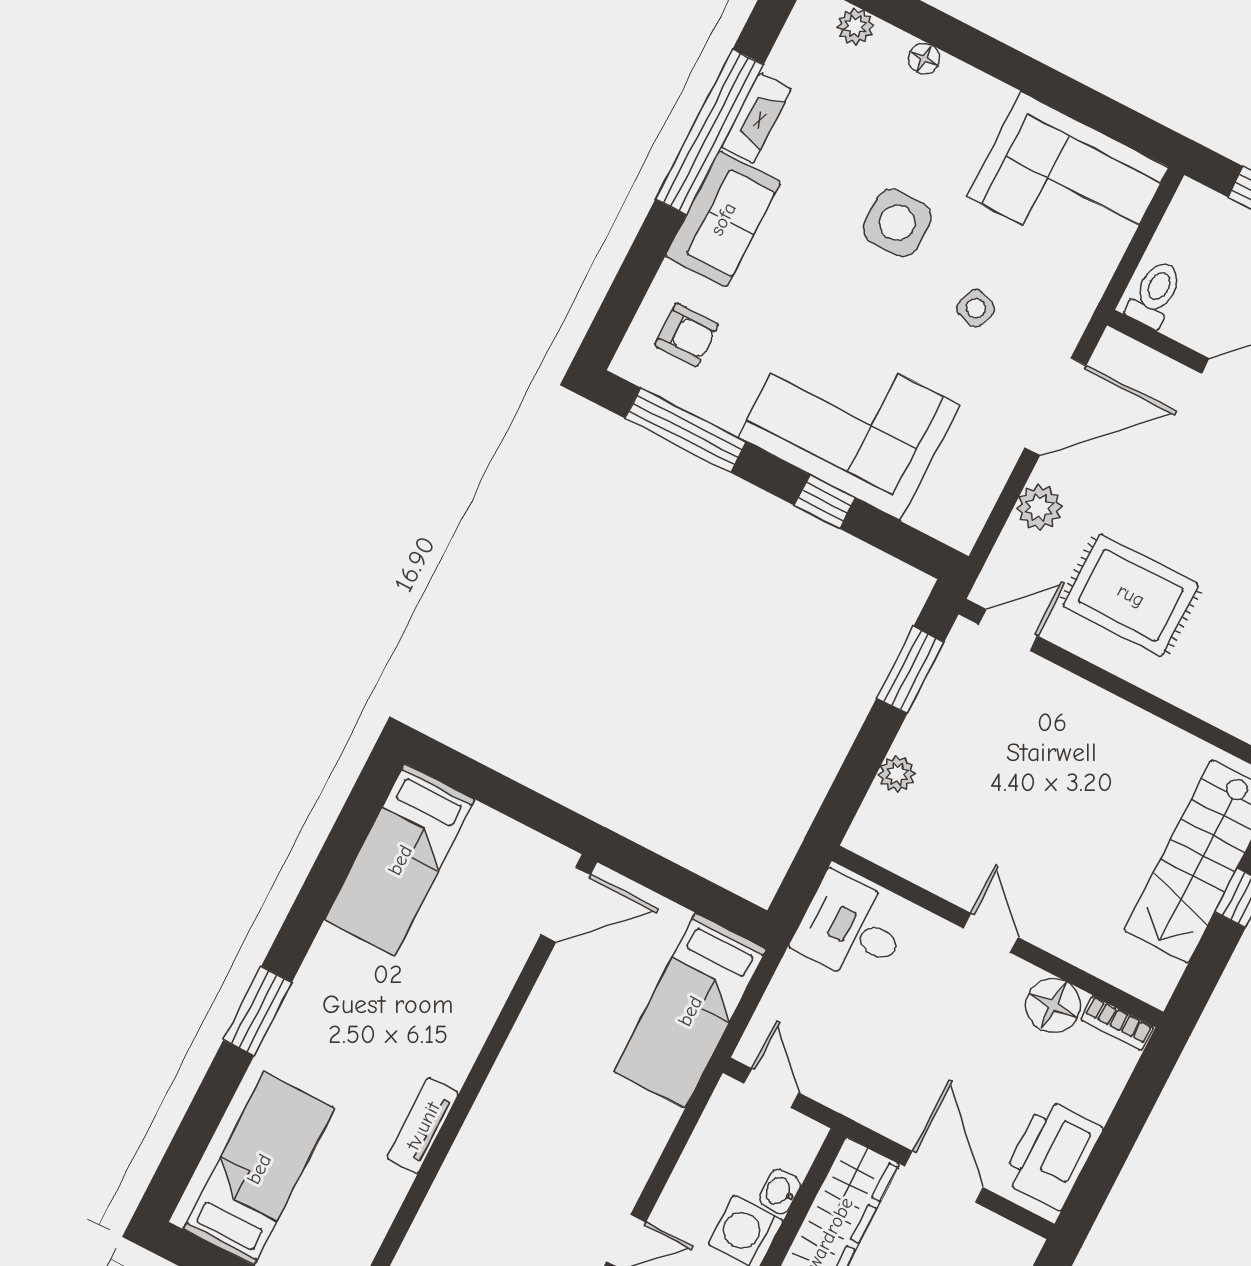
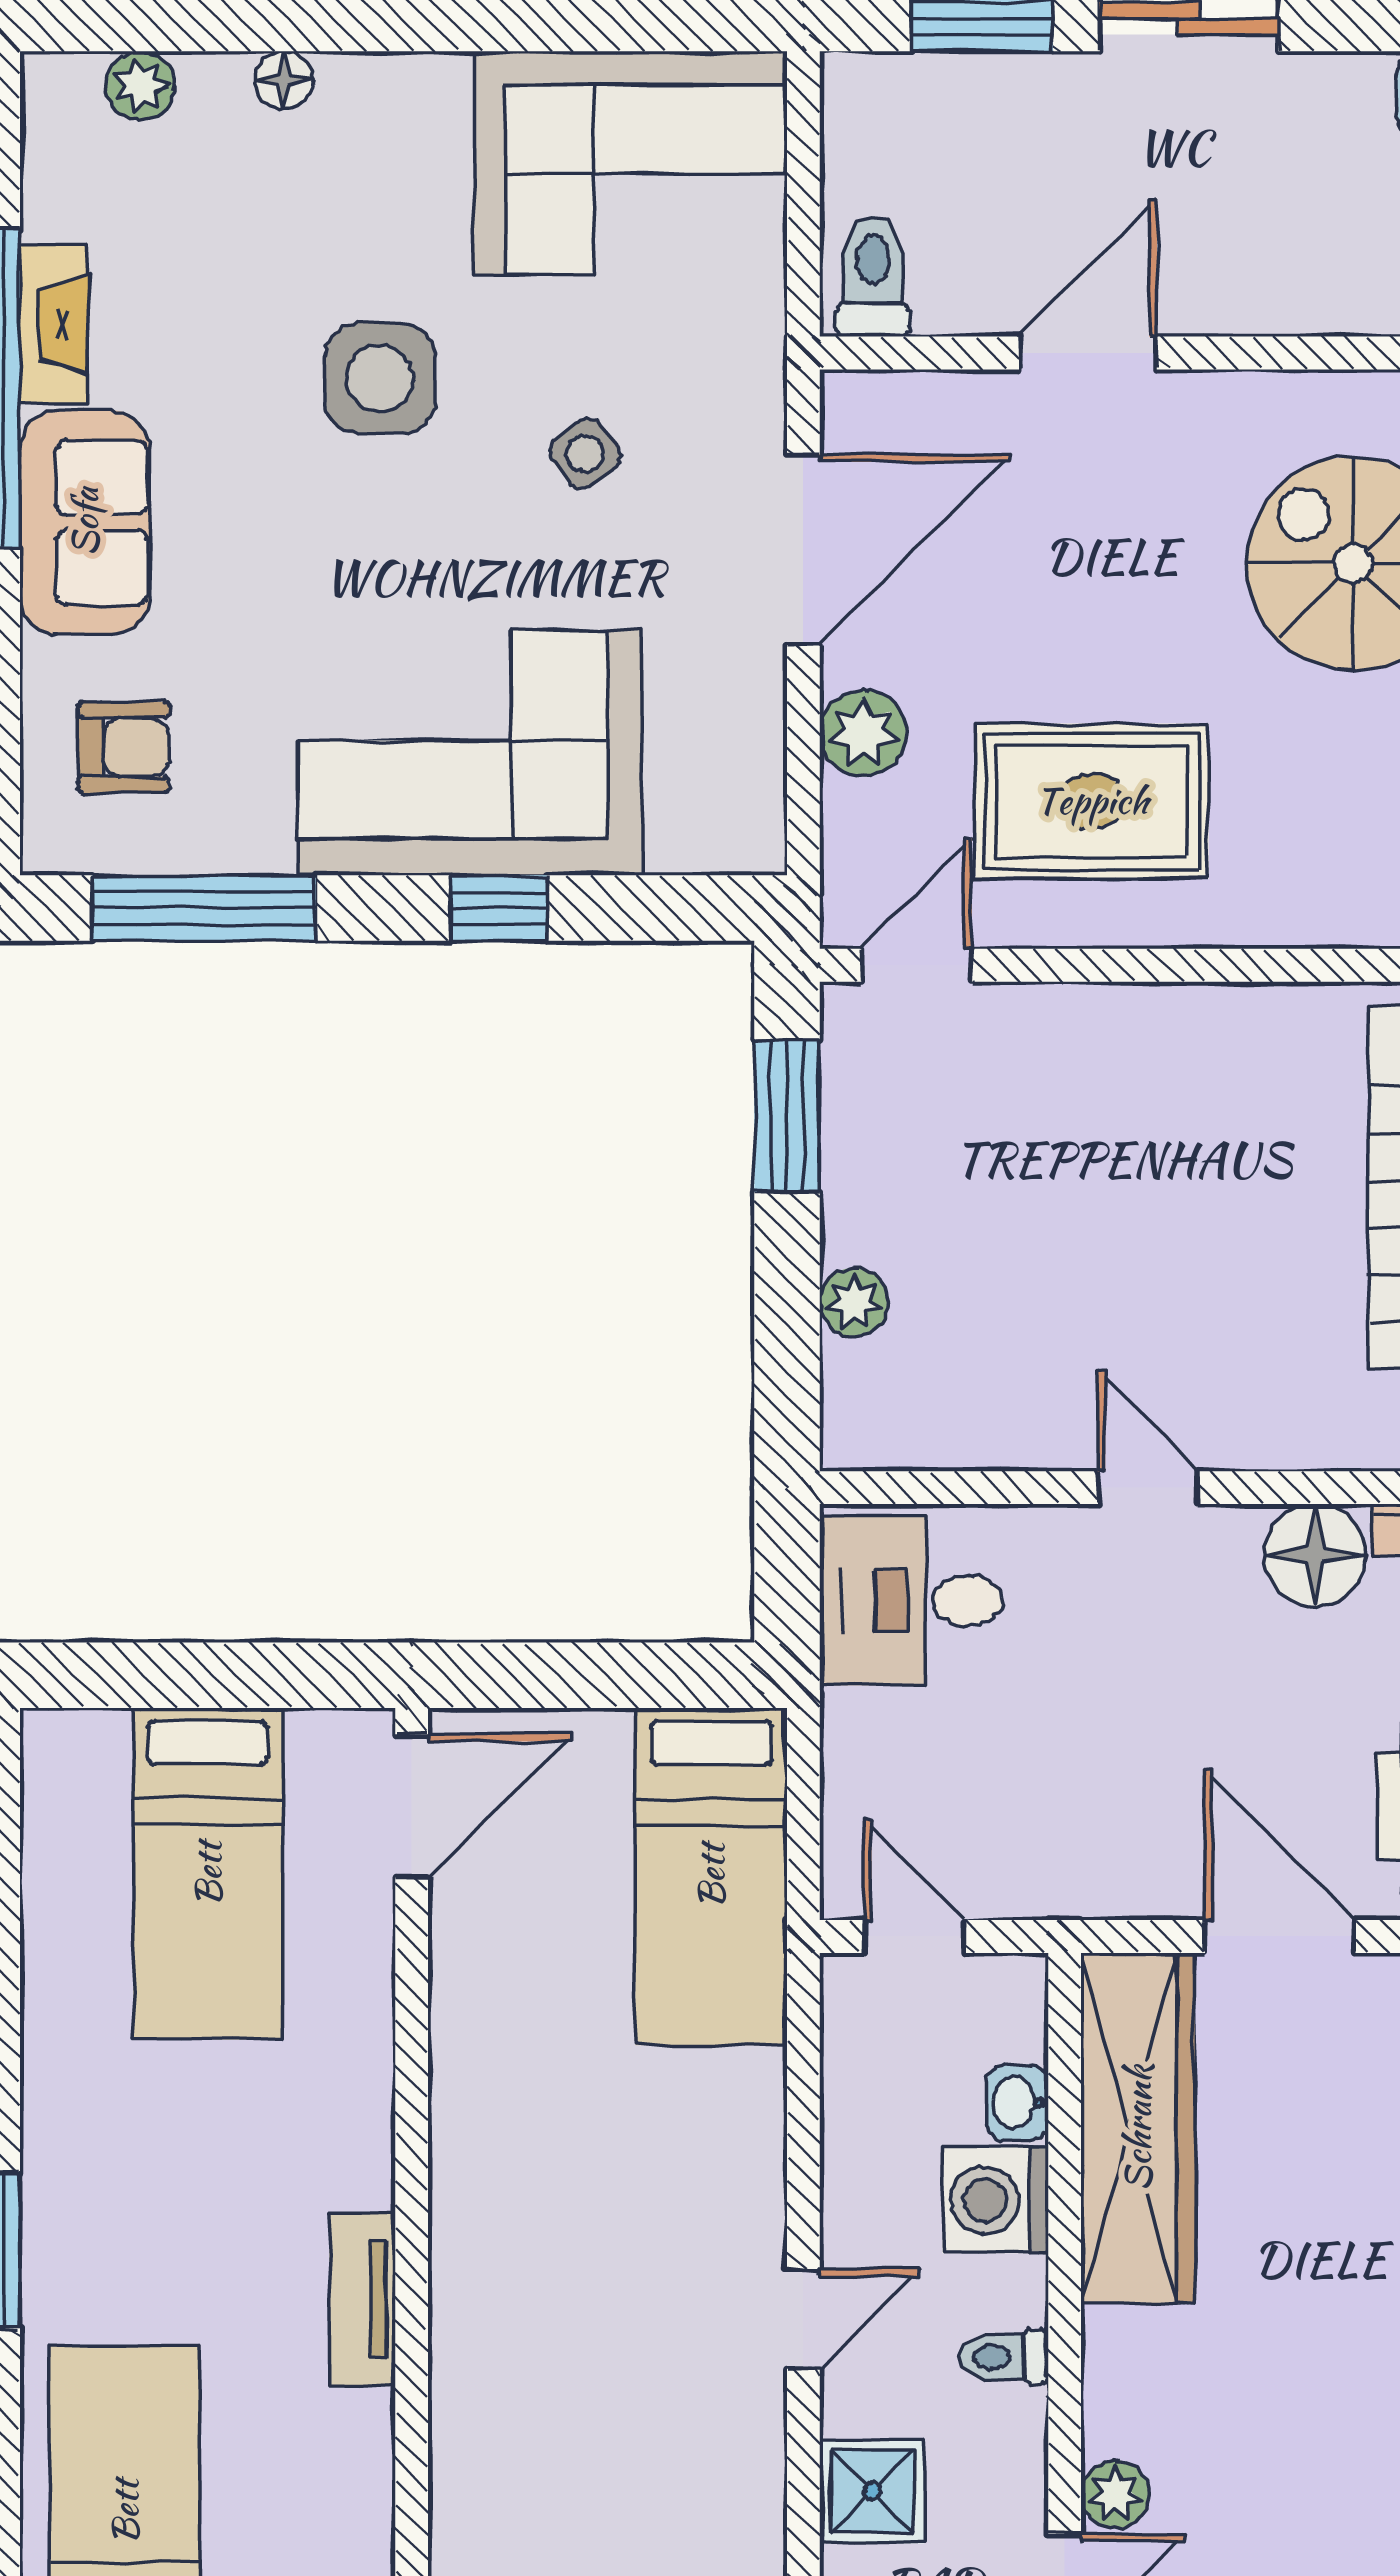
side table: (976, 308) -> (585, 454), turned 32
bed: (400, 860) -> (208, 1874), moved

